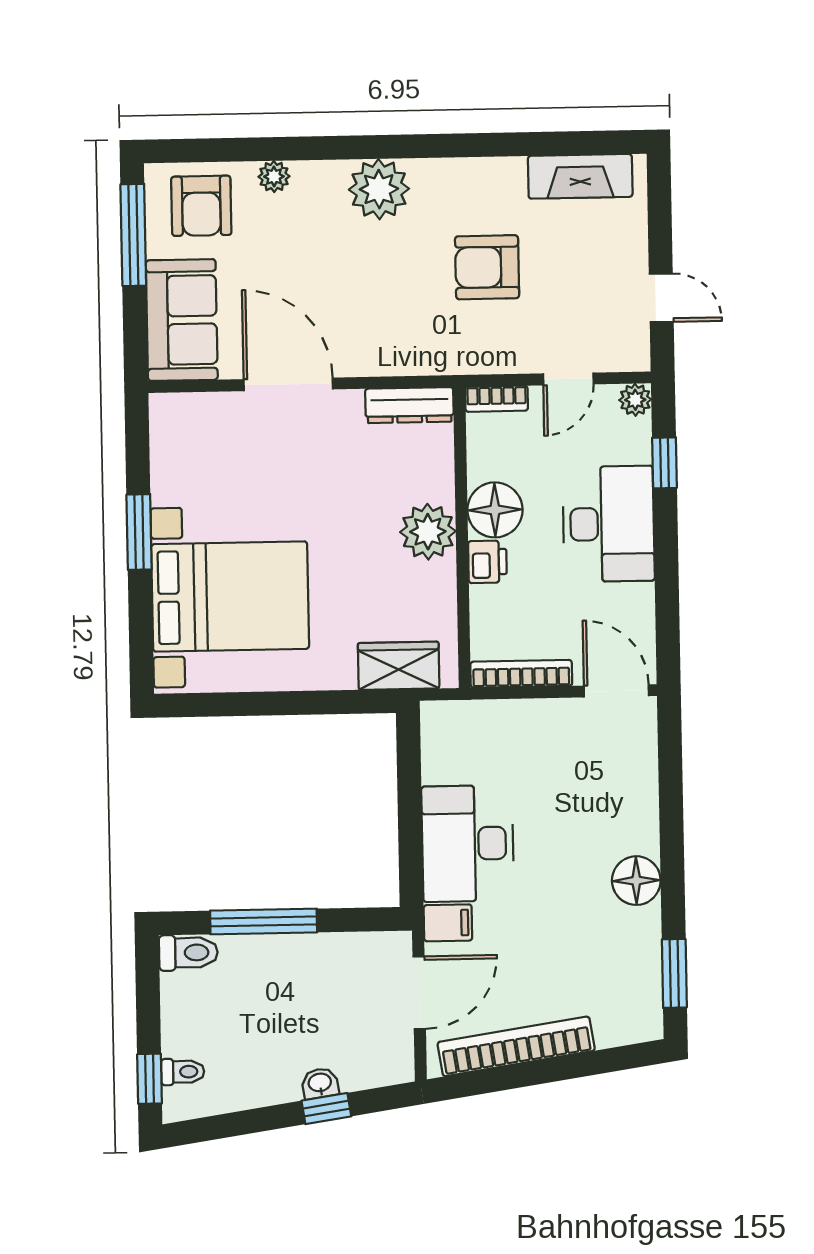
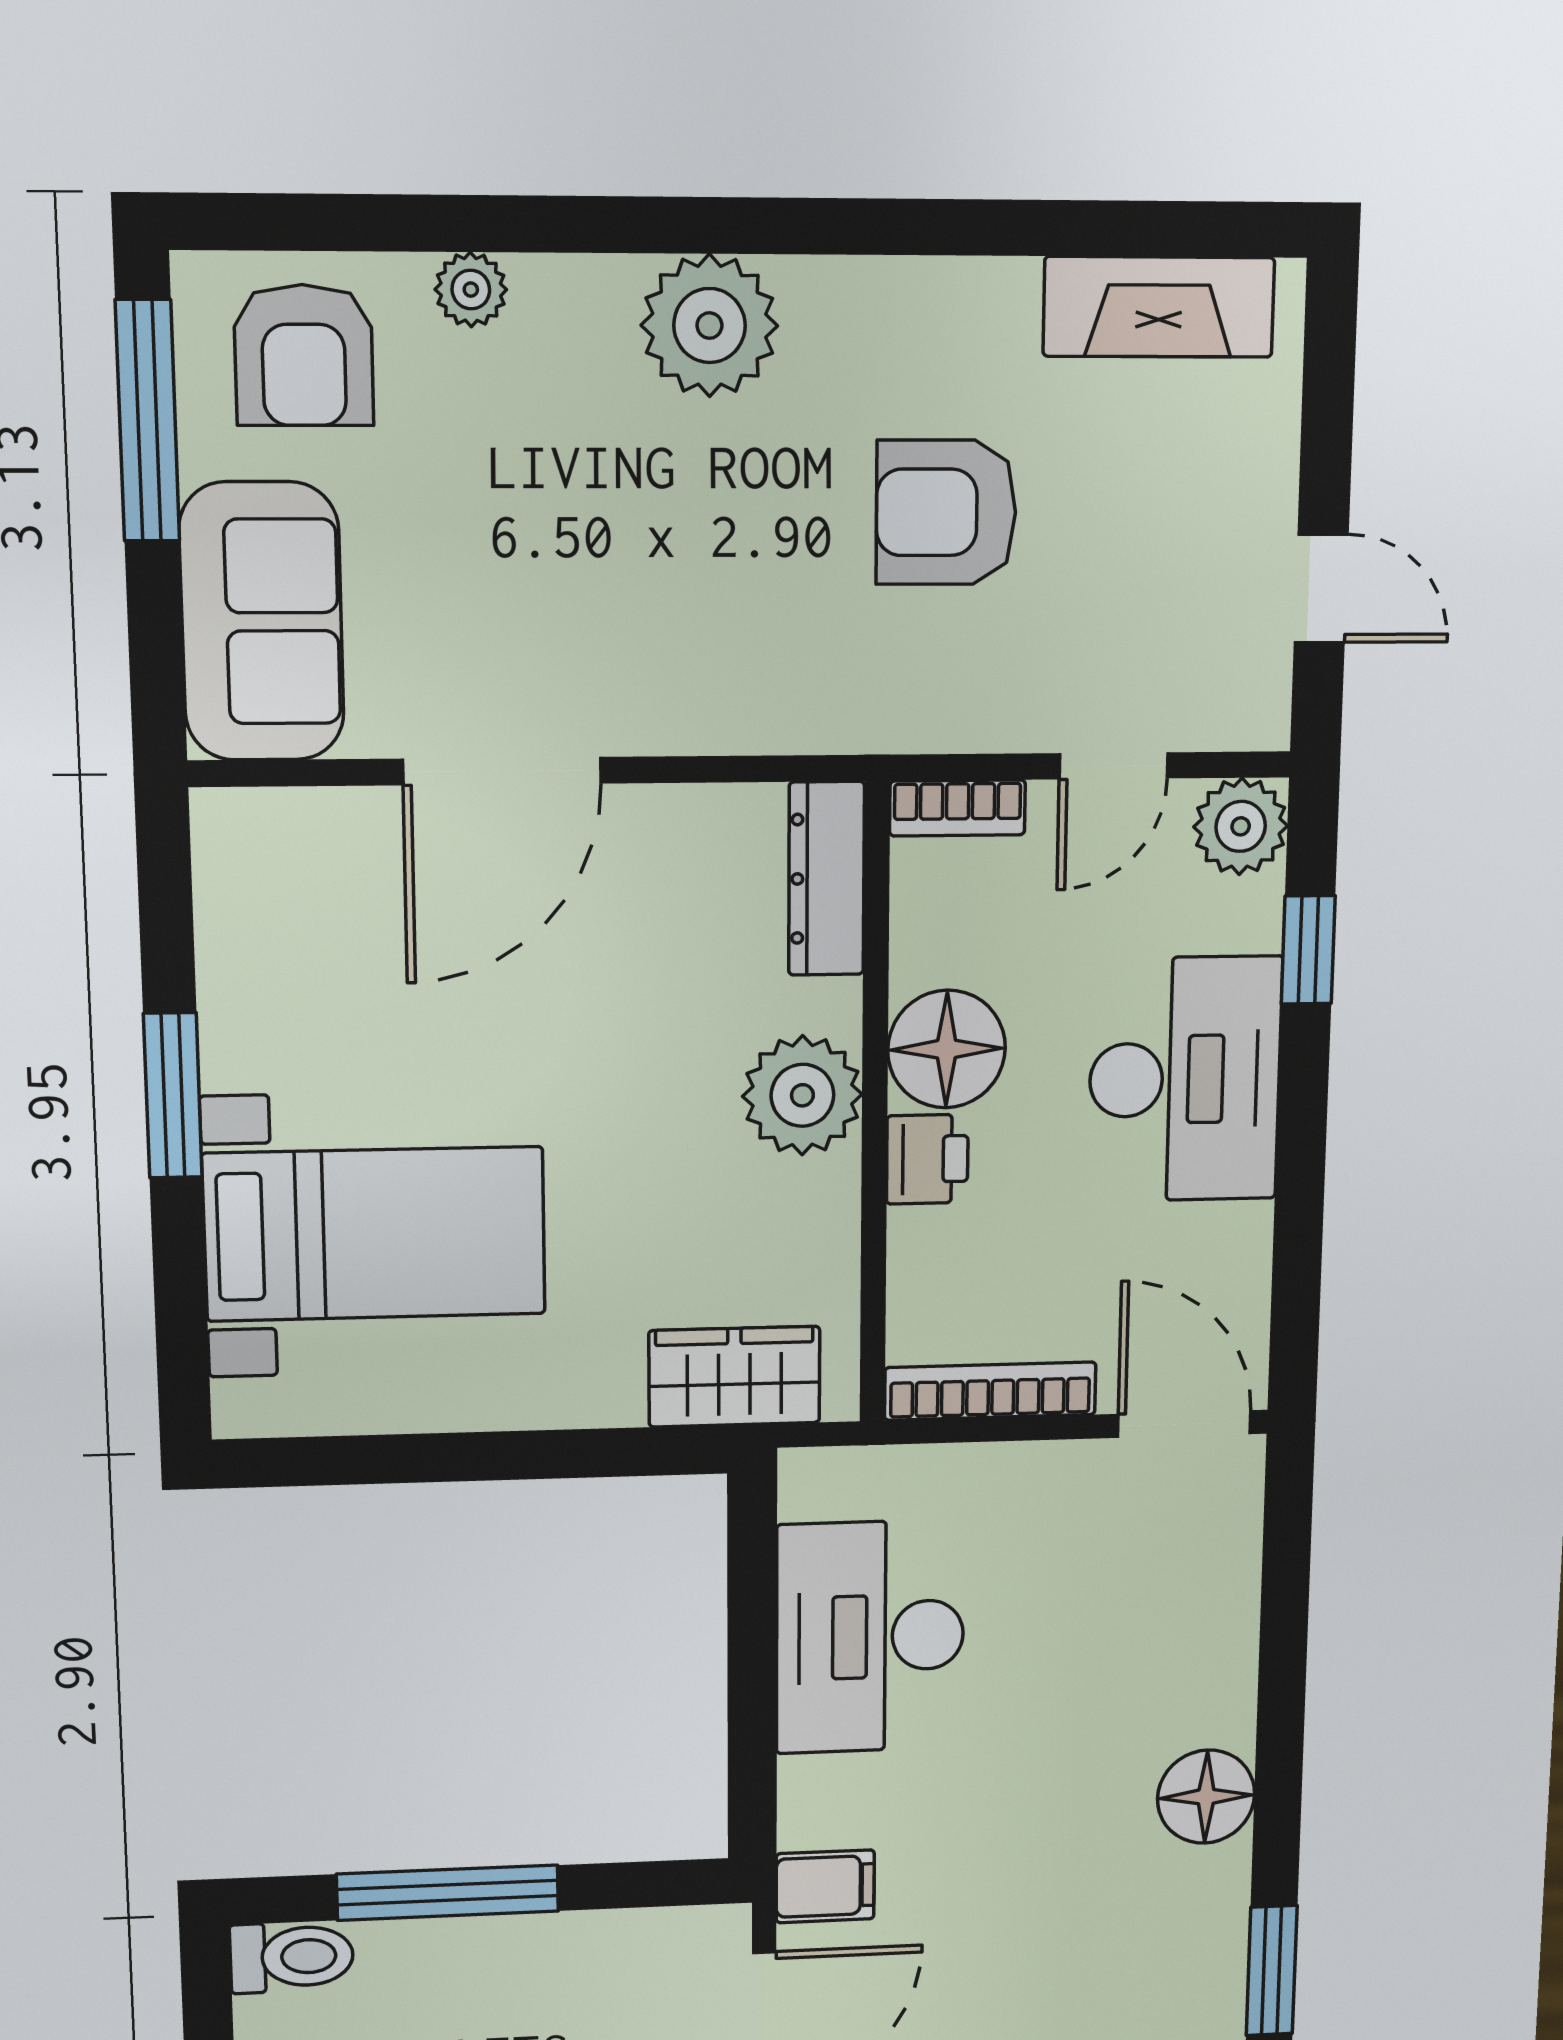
door: (288, 384) -> (502, 771), swing flipped
plant: (635, 400) -> (1241, 826), width x1.38, depth x1.38
dresser: (409, 405) -> (826, 879), moved, turned 90
bed with nightstands: (230, 597) -> (375, 1234), width x0.73
desk: (468, 844) -> (870, 1637), moved

